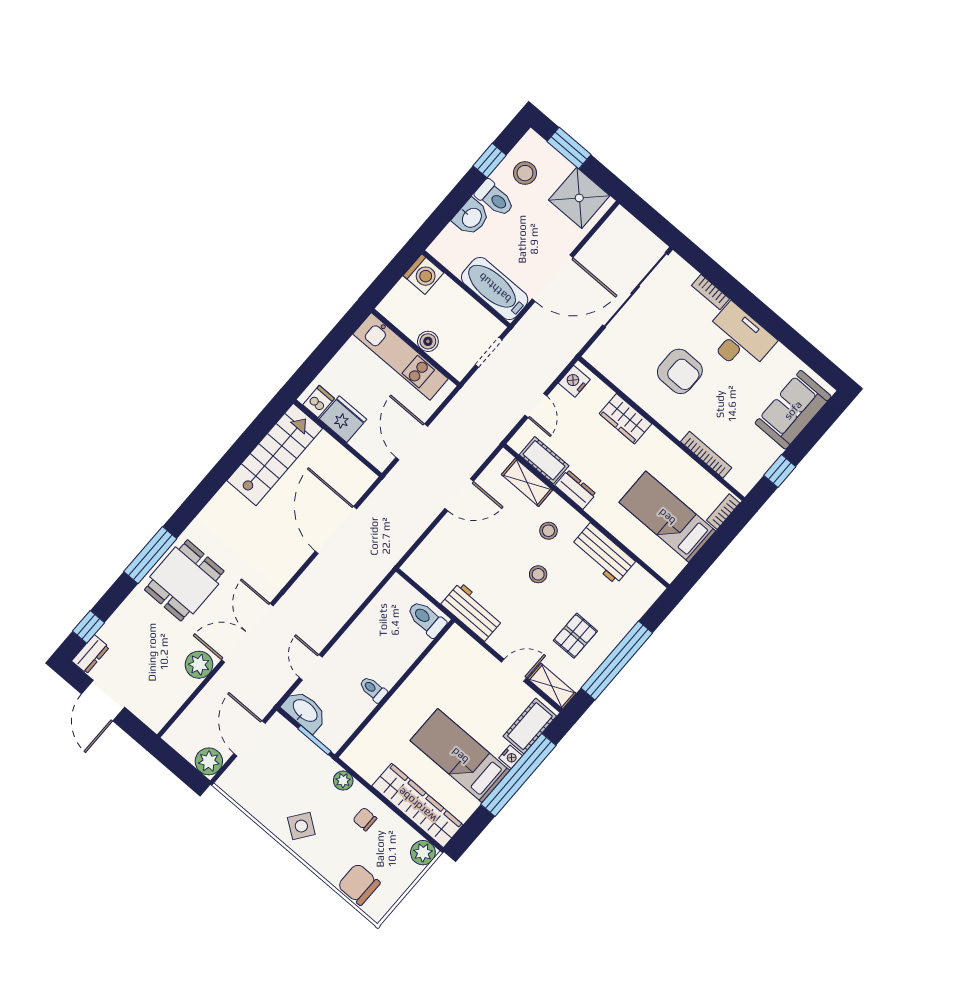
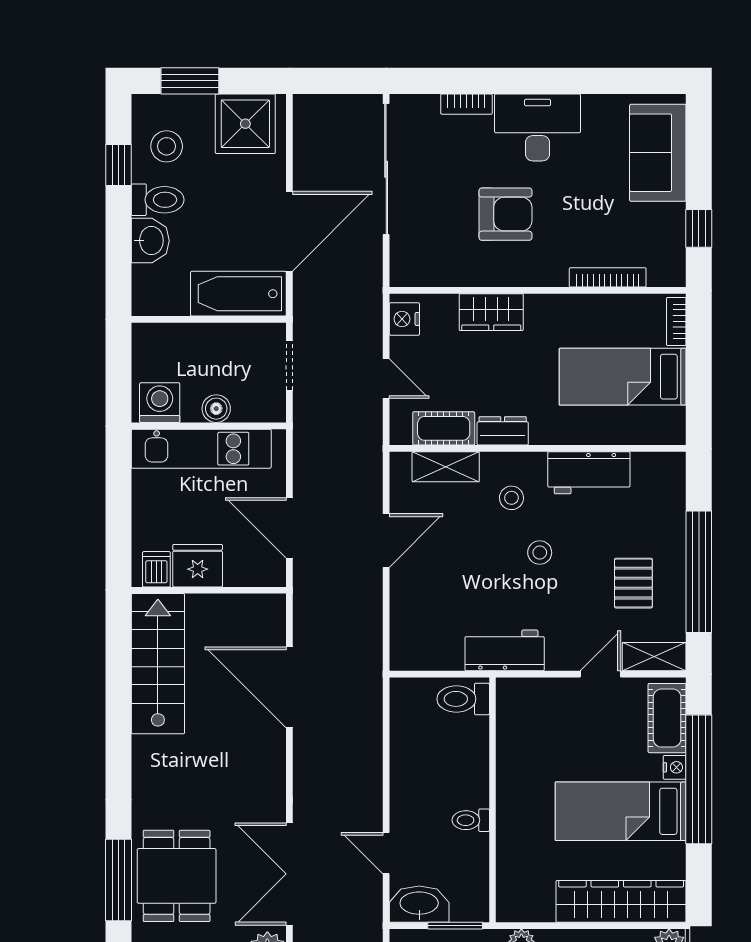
washing machine: (423, 274) -> (160, 403), moved, turned -90

